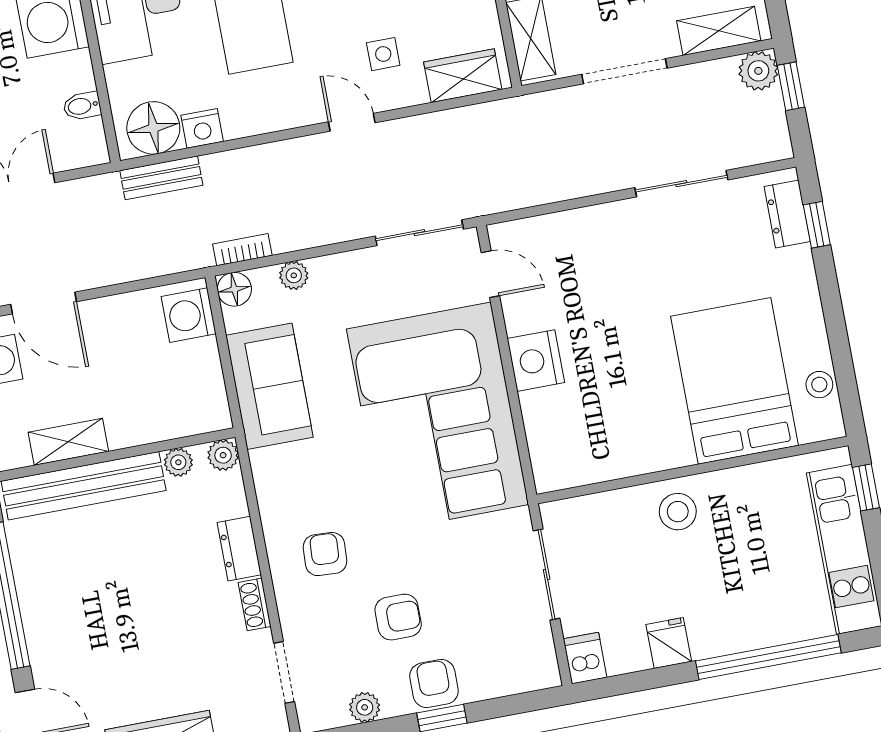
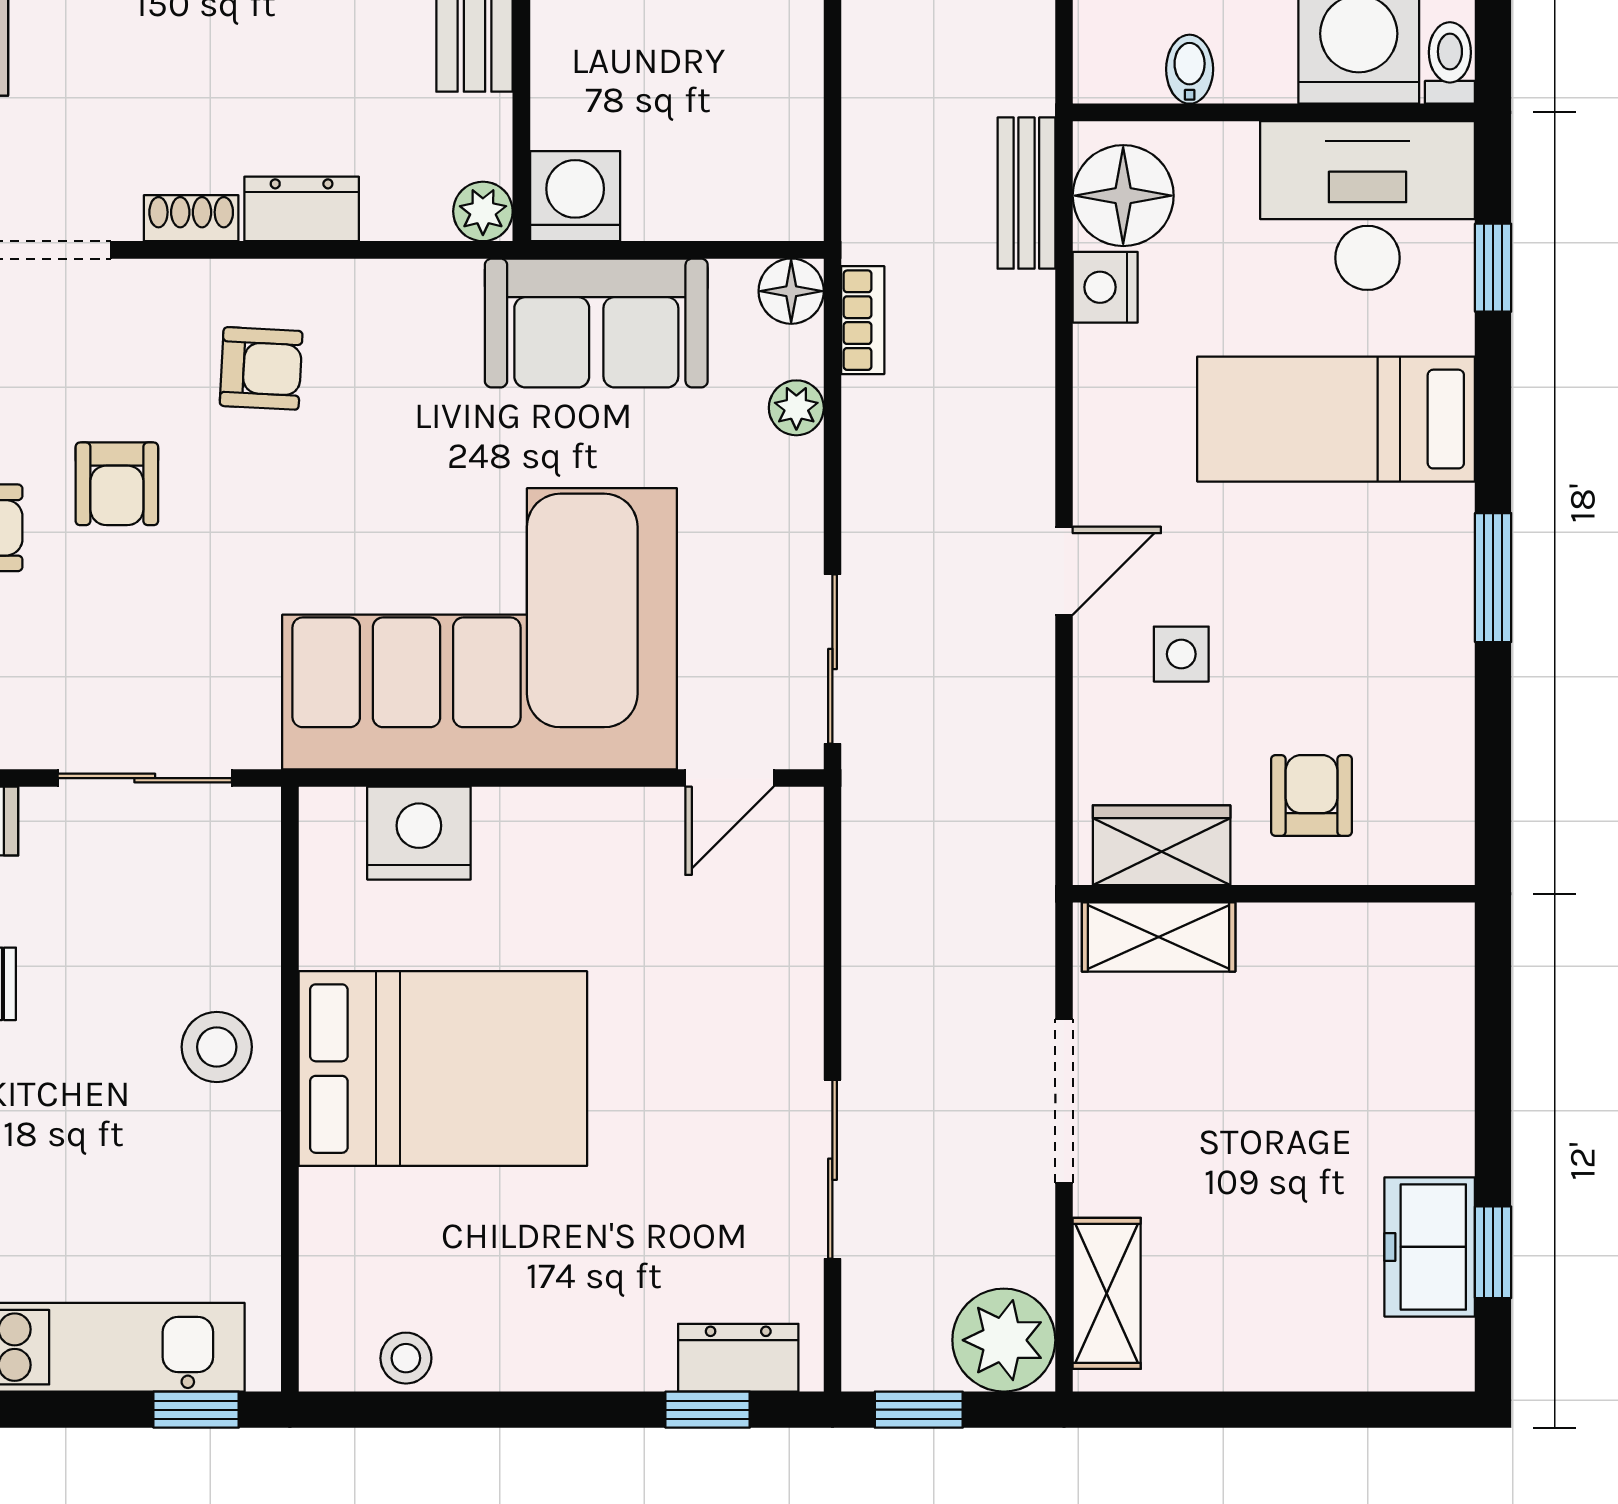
plant: (758, 71) -> (1004, 1340), width x1.36, depth x1.36
wardrobe: (463, 76) -> (1162, 845), moved, turned -90
window: (791, 86) -> (919, 1410), moved
washing machine: (189, 315) -> (575, 196), moved
nightstand: (536, 361) -> (419, 833), moved
bed: (735, 381) -> (443, 1069), moved
plant: (178, 462) -> (485, 125), removed

